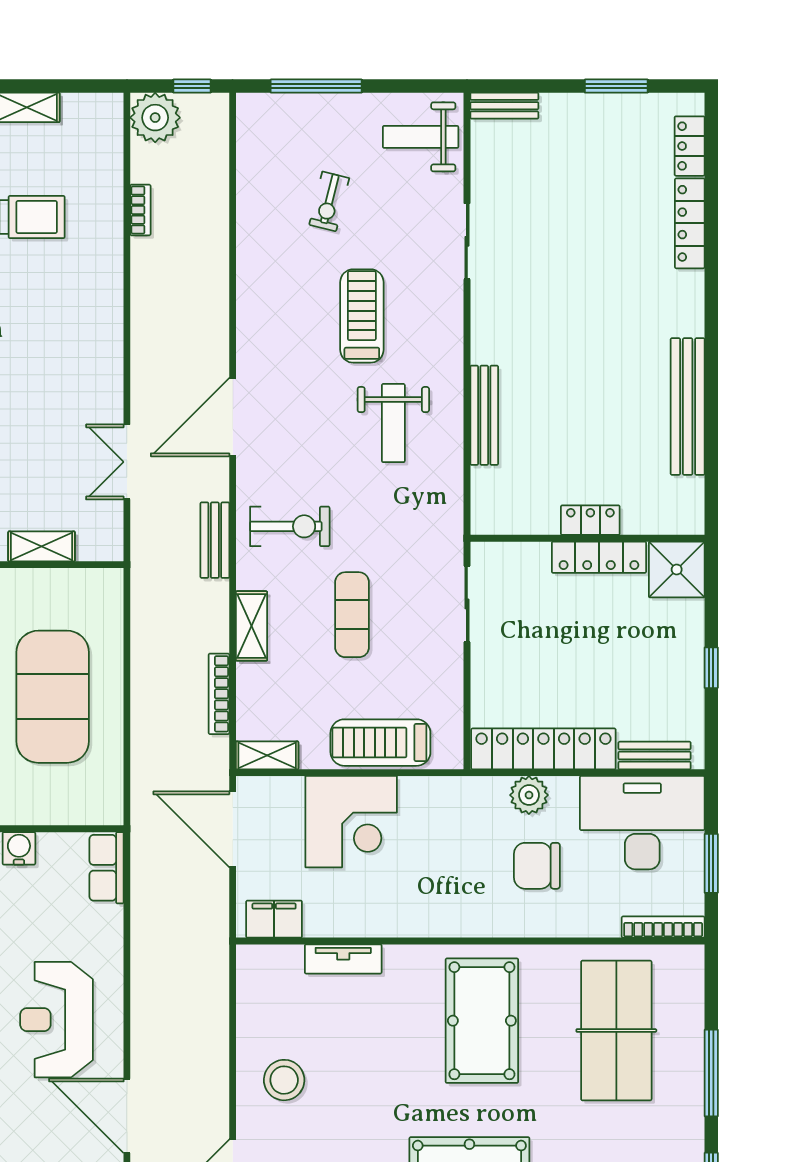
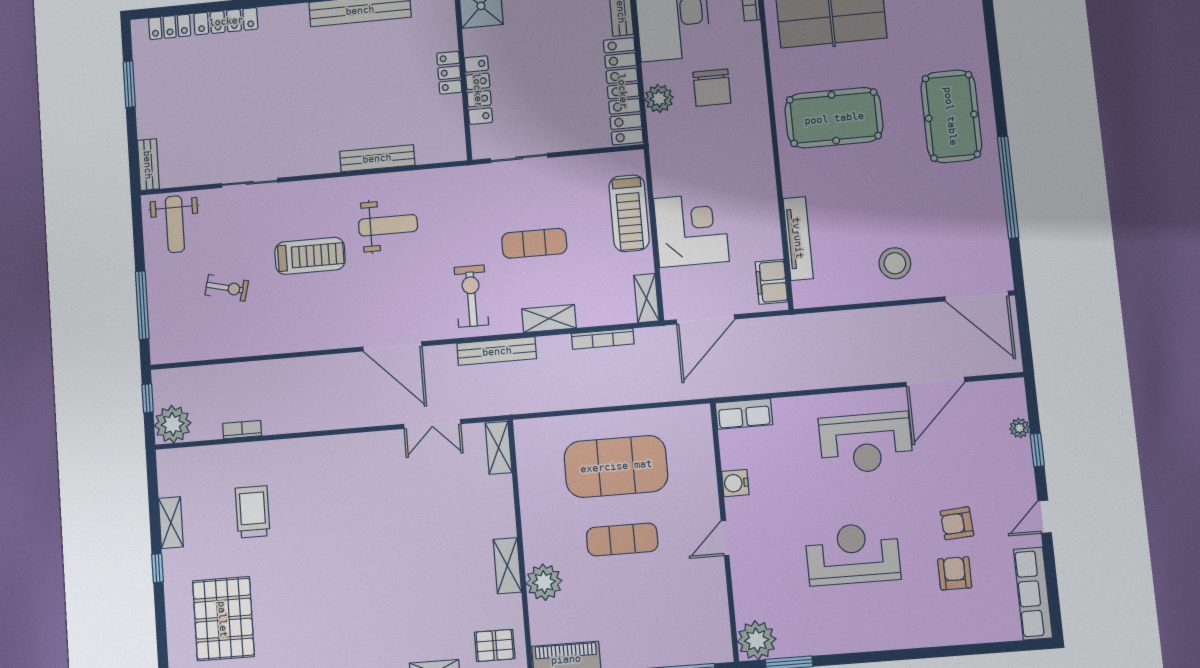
treadmill: (362, 316) -> (310, 256), turned 180
bench: (215, 540) -> (497, 351), width x1.36
shelving: (42, 546) -> (499, 448), moved
locker: (599, 557) -> (478, 90), moved
tv unit: (343, 959) -> (798, 238), width x1.41

